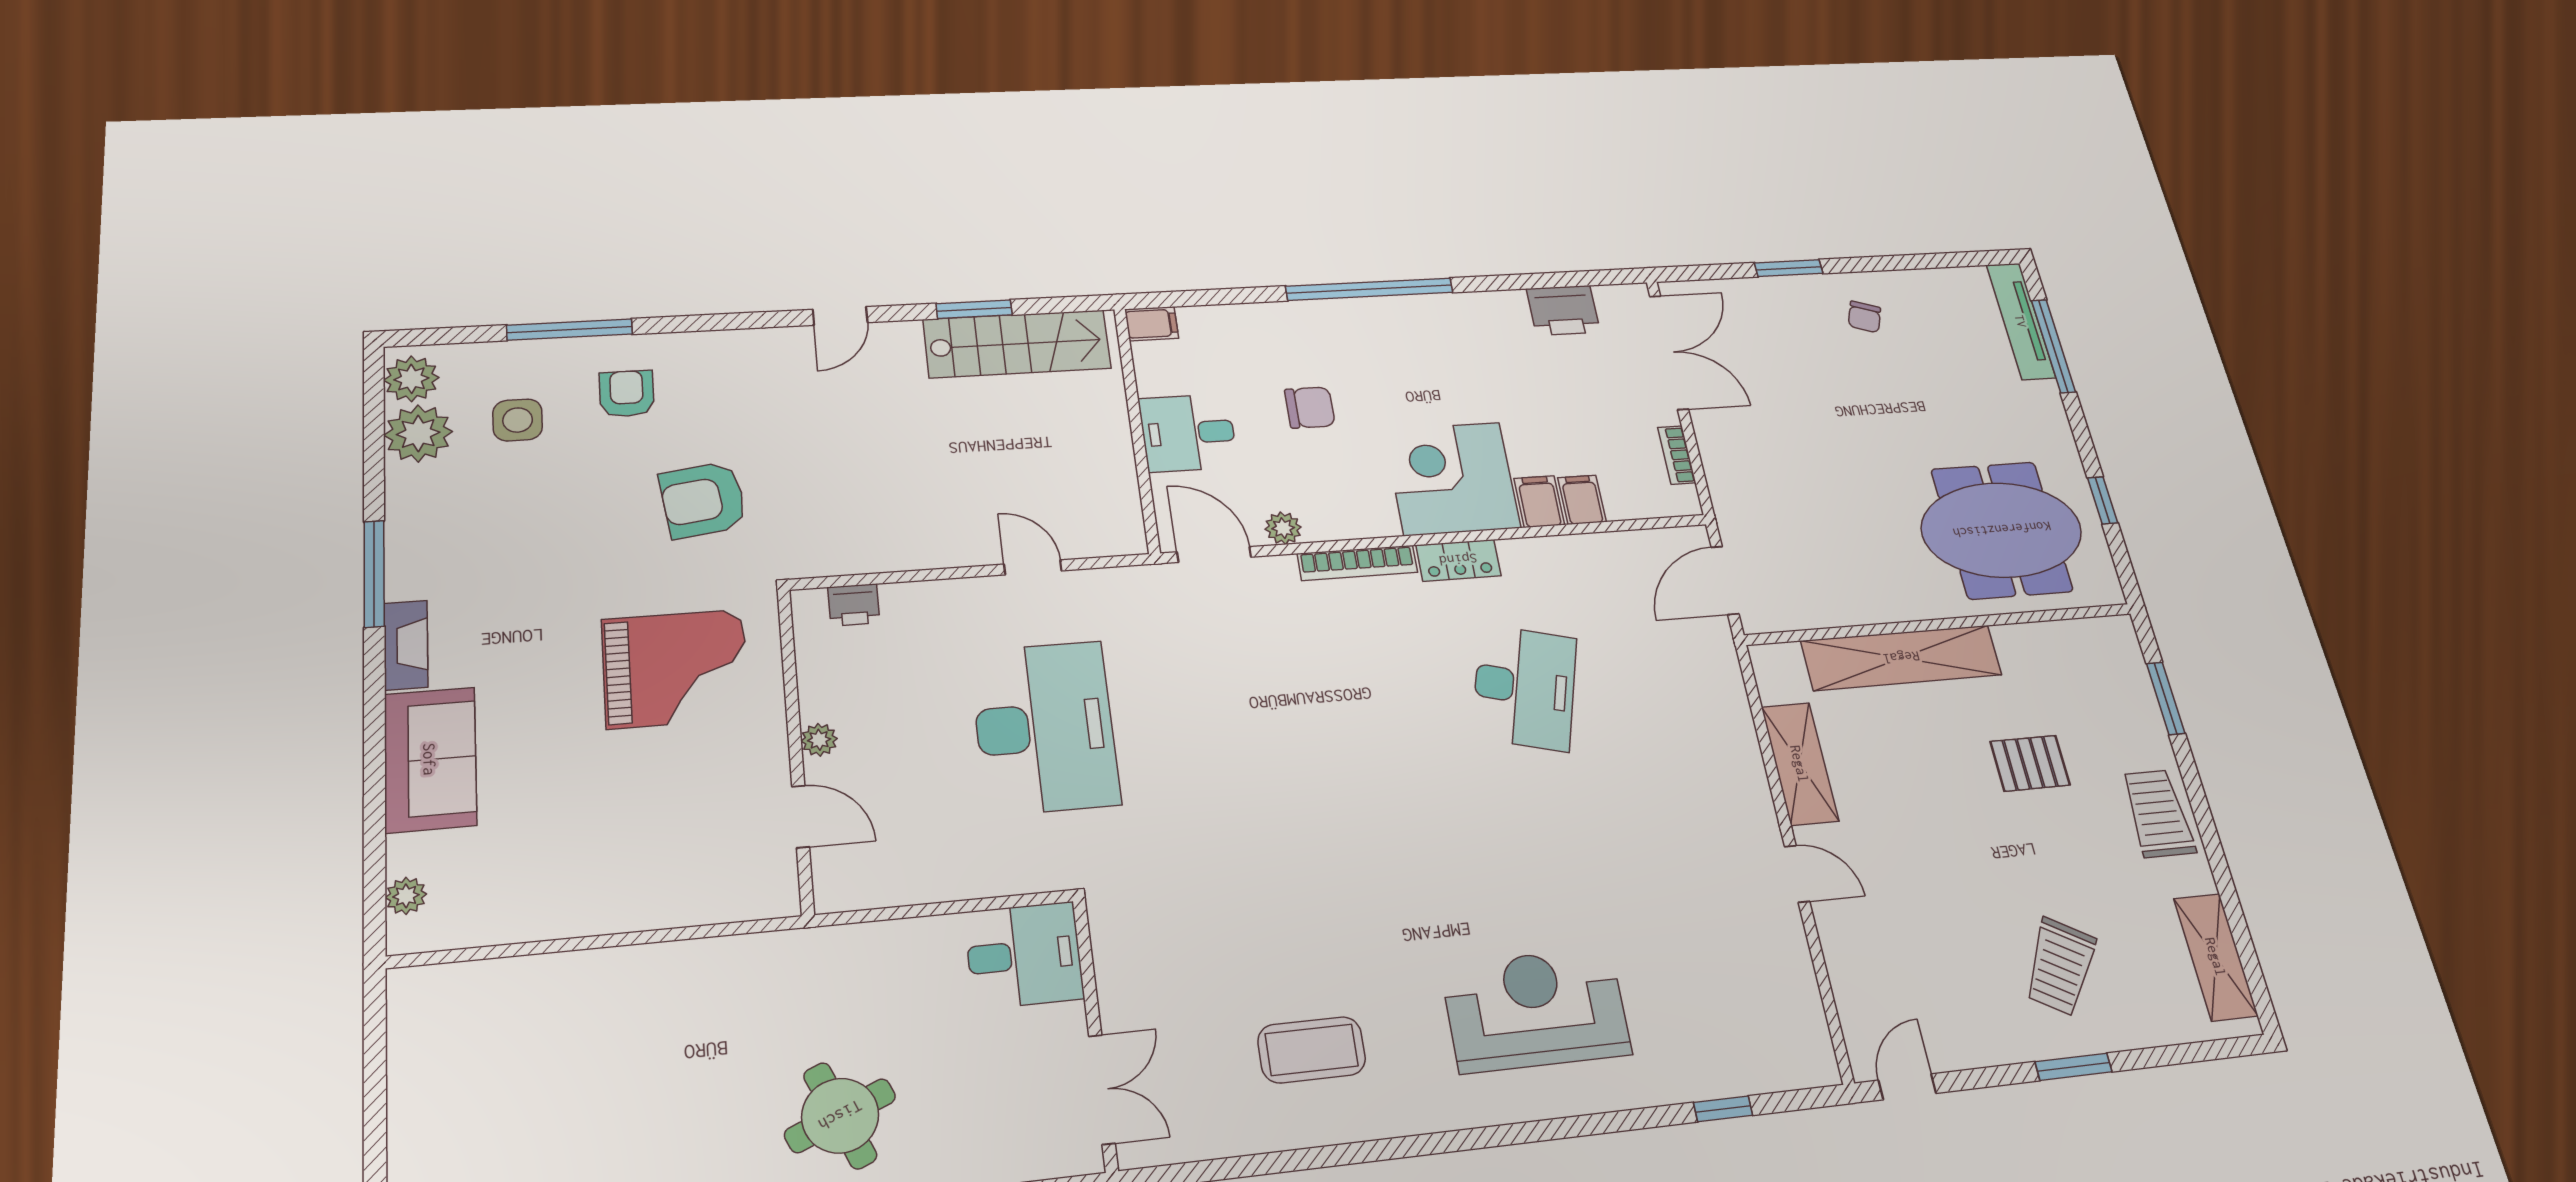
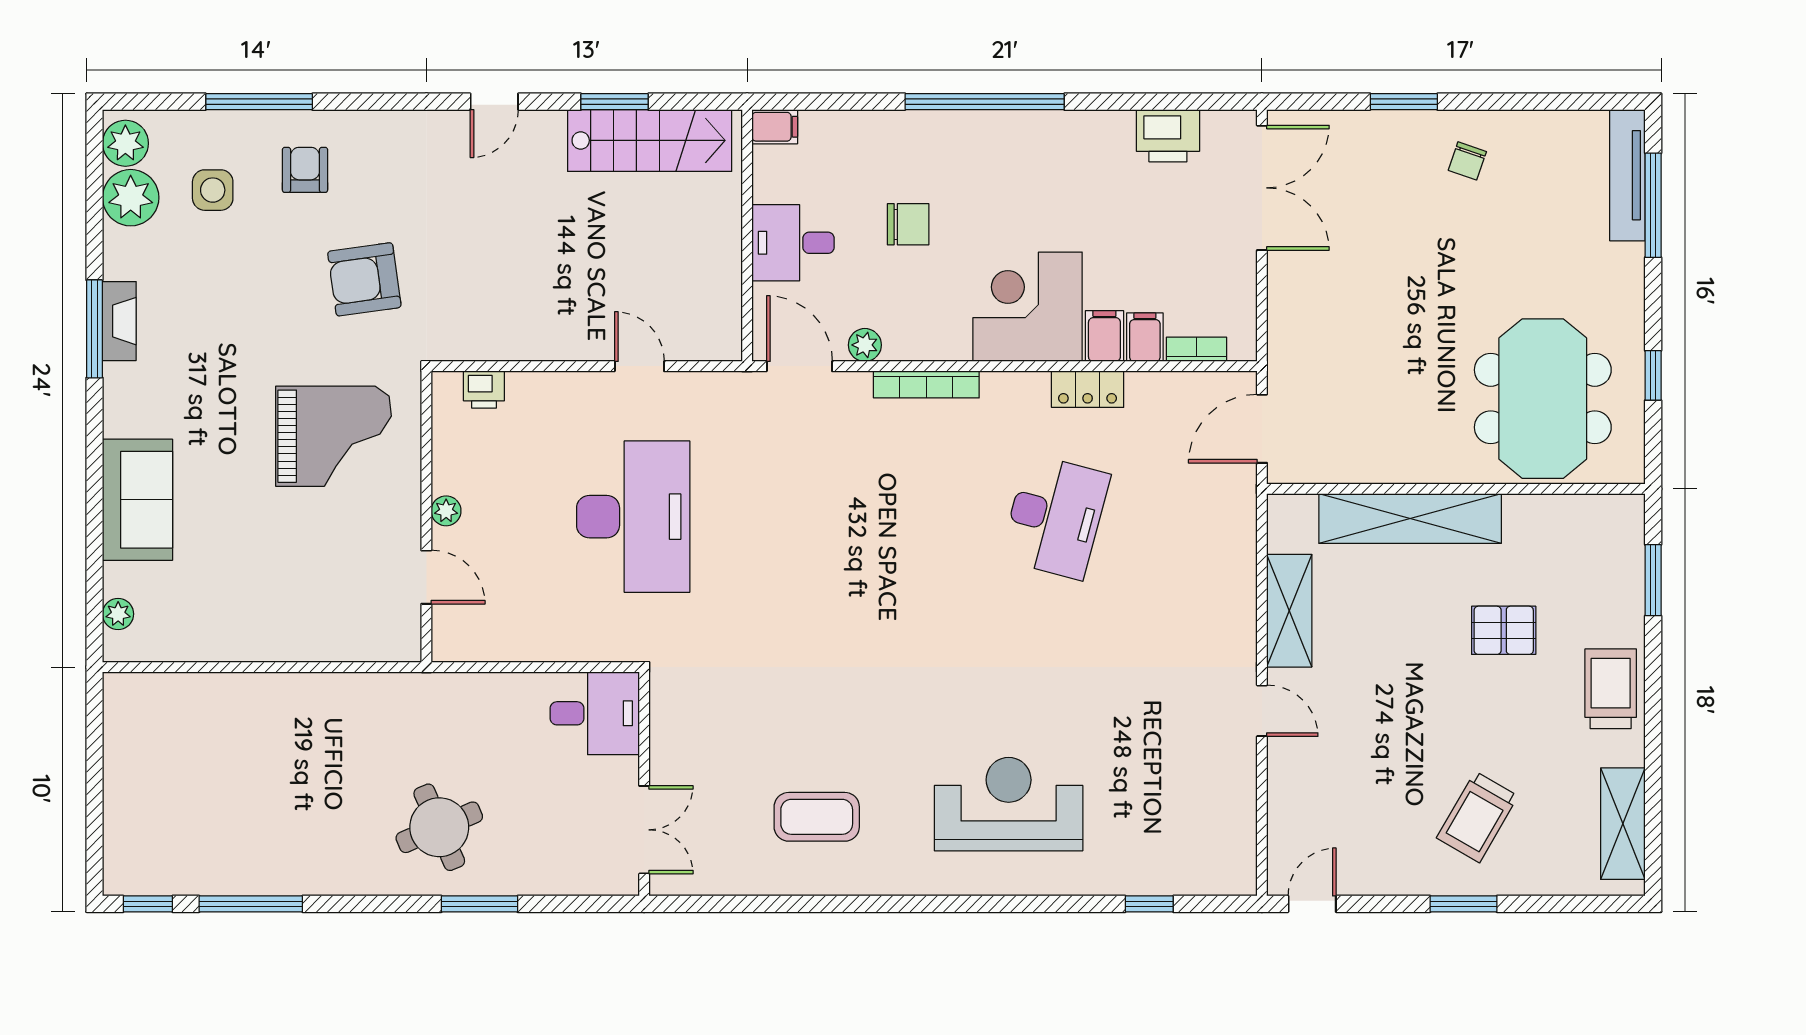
bookcase: (1677, 455) -> (1196, 349), moved, turned 90
meeting table: (2002, 530) -> (1543, 399), turned 90
locker: (1458, 560) -> (1088, 389), moved
fireplace: (406, 645) -> (119, 321), moved

